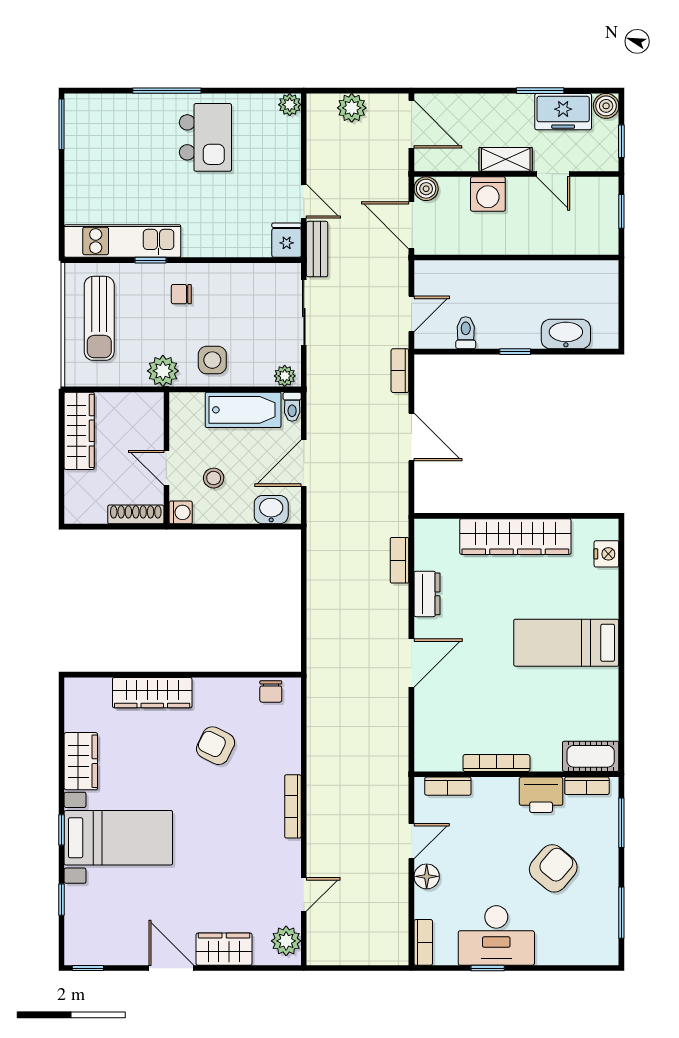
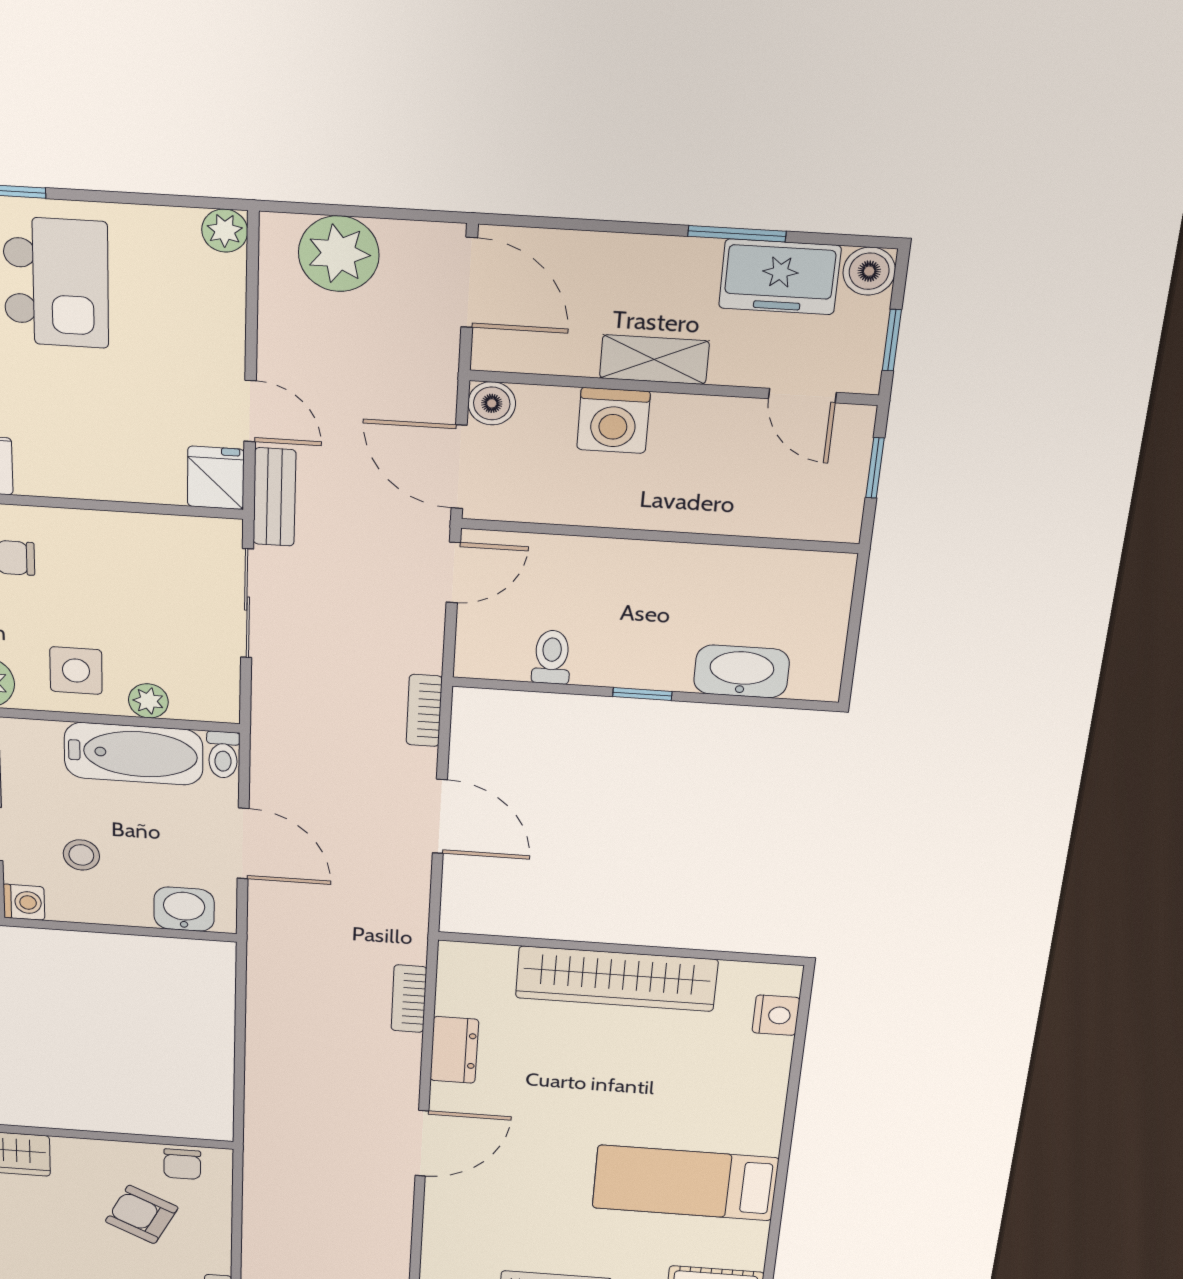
plant: (352, 108) -> (339, 254), width x1.36, depth x1.36
door: (553, 174) -> (802, 396), moved
door: (411, 314) -> (453, 572), moved
plant: (285, 376) -> (148, 701), moved
door: (304, 463) -> (243, 844), swing flipped
bed: (566, 643) -> (685, 1183), moved
armchair: (216, 746) -> (142, 1214), moved

